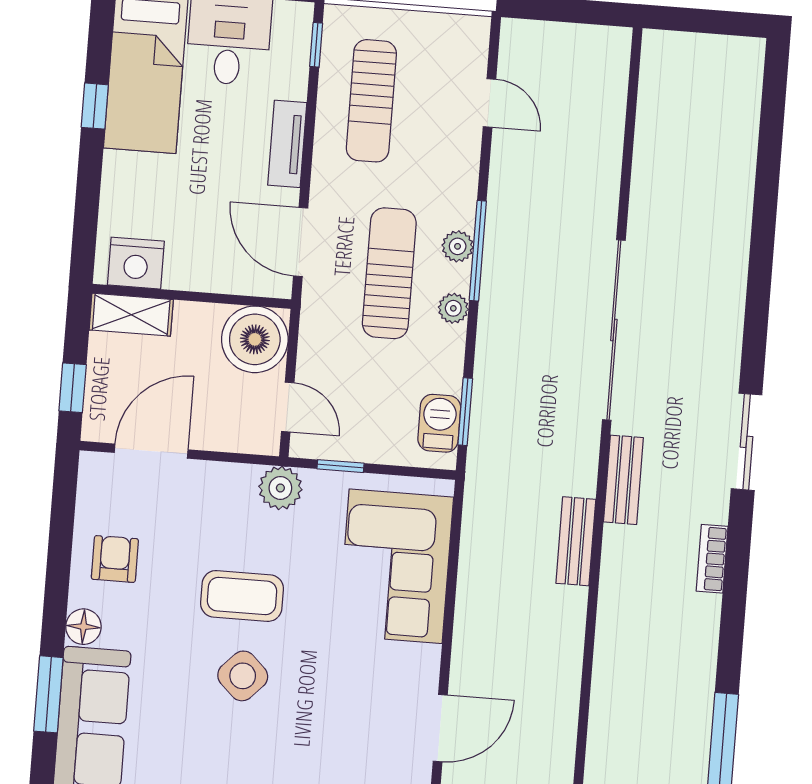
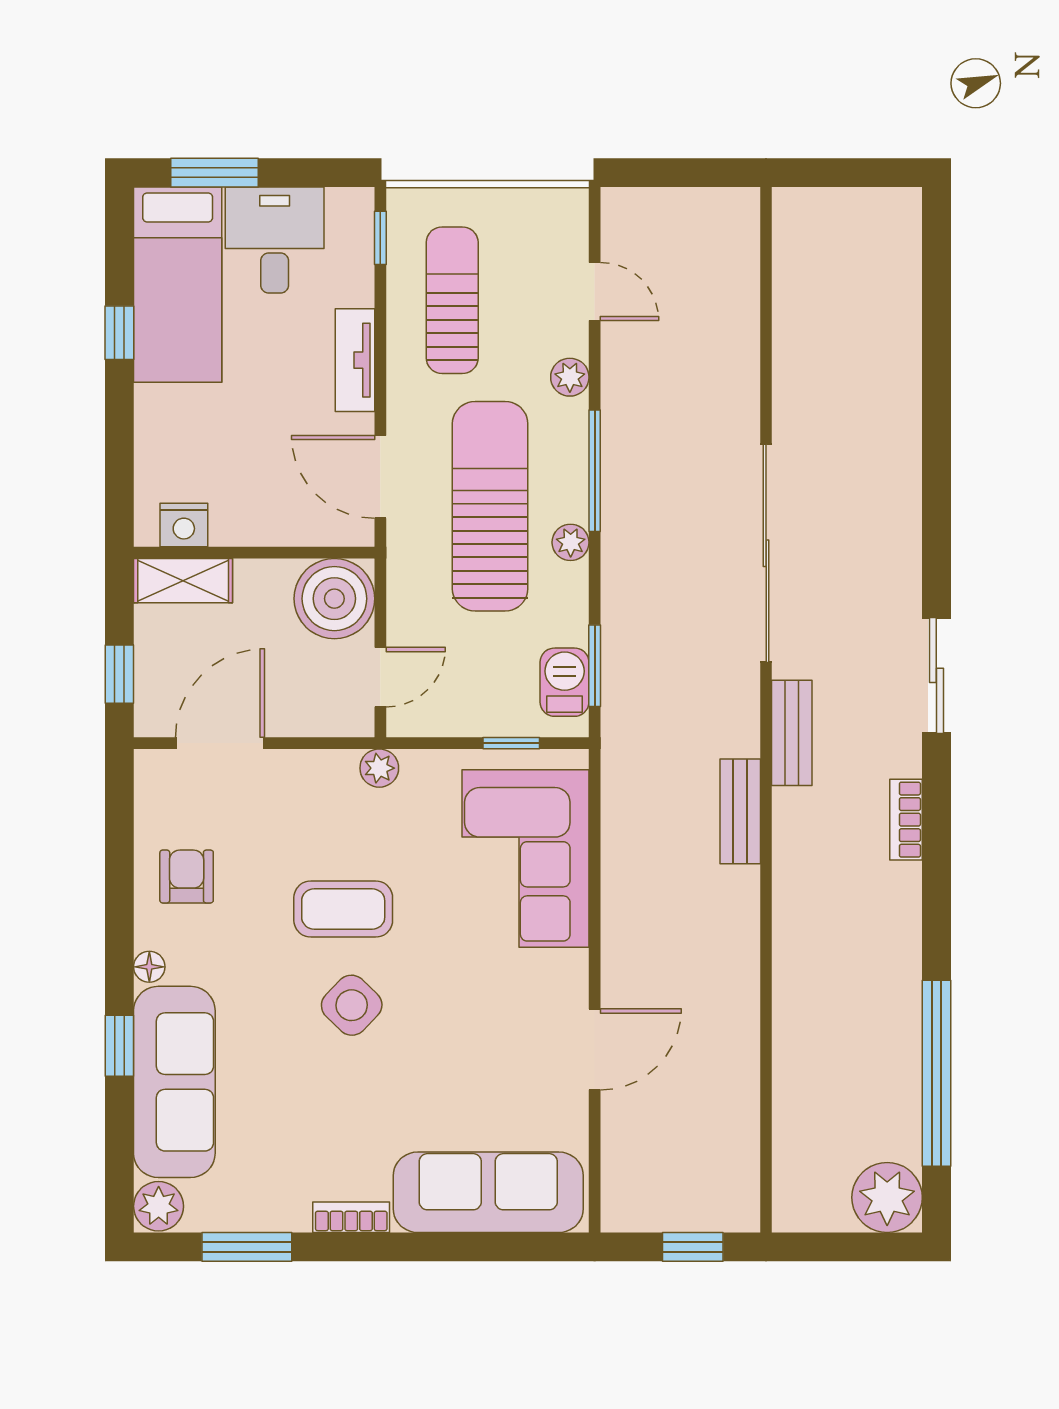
sun lounger: (371, 101) -> (452, 300), turned 180
plant: (458, 246) -> (570, 377), moved
nightstand: (136, 263) -> (184, 525), width x0.74, depth x0.75
sun lounger: (389, 273) -> (490, 506), width x1.36, depth x1.34
door: (288, 407) -> (380, 677), hinge flipped
window: (341, 466) -> (511, 743), moved
plant: (280, 488) -> (379, 768), width x0.73, depth x0.73
floor lamp: (83, 627) -> (149, 967), width x0.73, depth x0.73
window: (48, 694) -> (119, 1046), width x0.67

